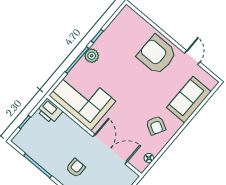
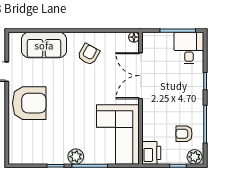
armchair: (157, 55) -> (29, 103), turned -90
plant: (21, 139) -> (195, 157), added
floor lamp: (149, 158) -> (134, 37), moved
armchair: (76, 168) -> (184, 134), moved

